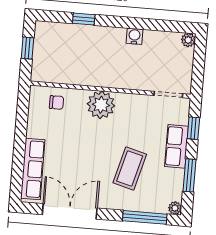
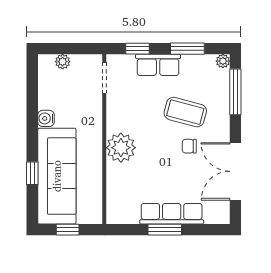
plant: (188, 40) -> (63, 62), moved
sofa: (79, 42) -> (57, 176), added
chair: (57, 102) -> (189, 146), moved, turned -90
window: (20, 140) -> (165, 230), added
row of seats: (33, 169) -> (172, 214), moved

